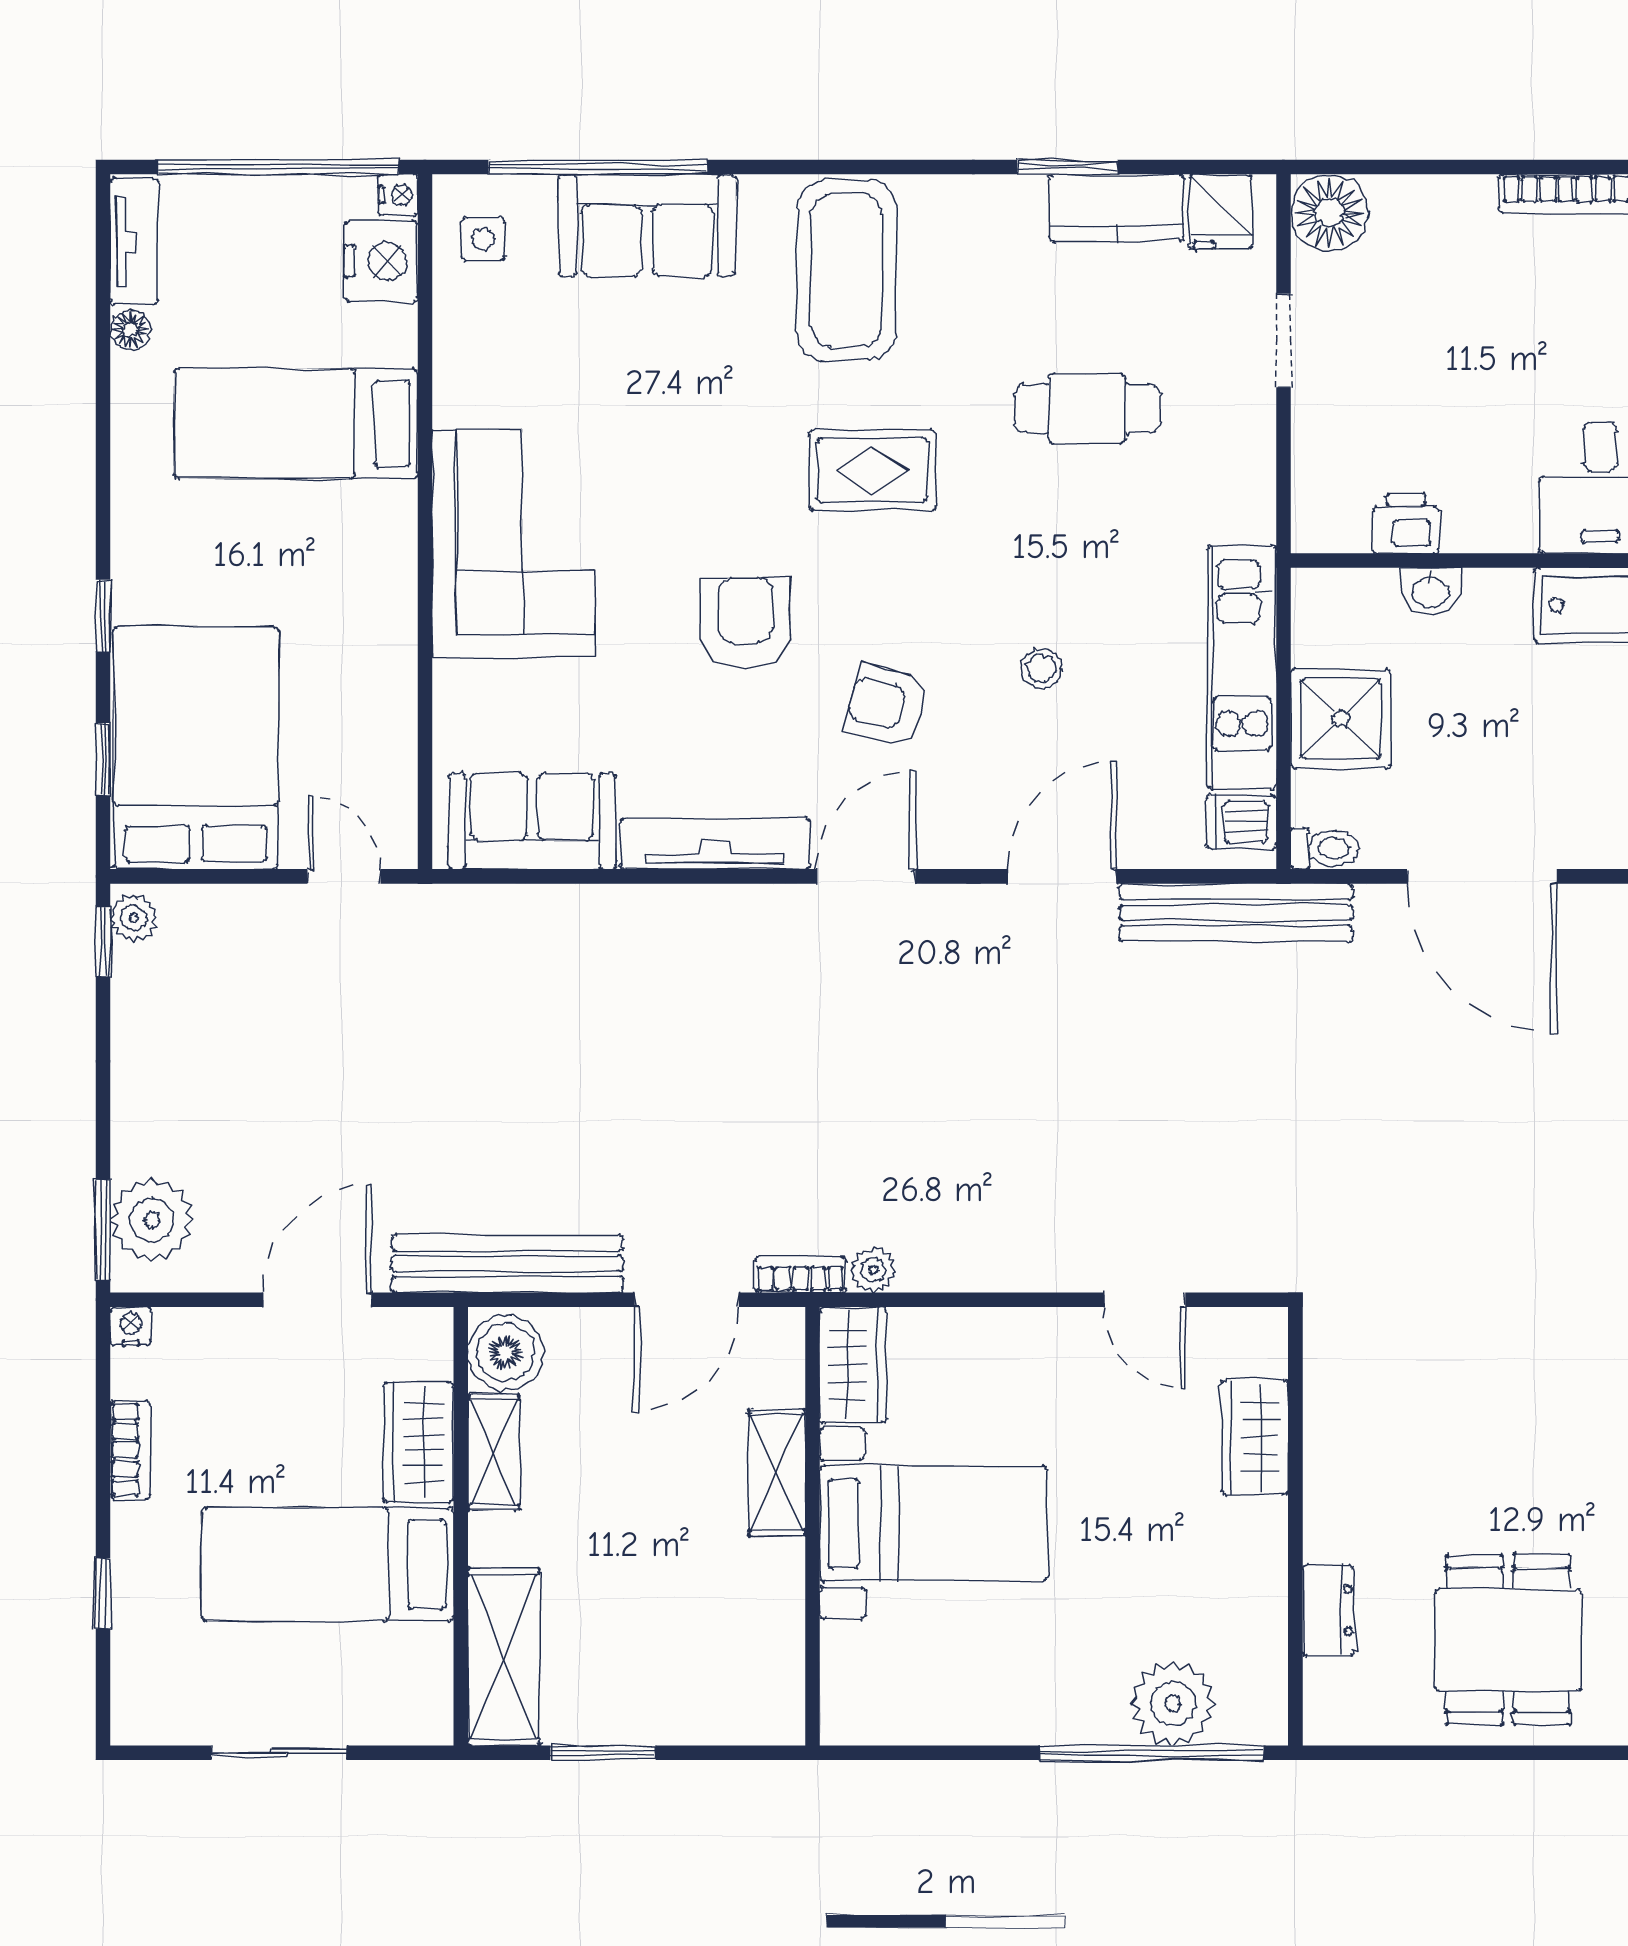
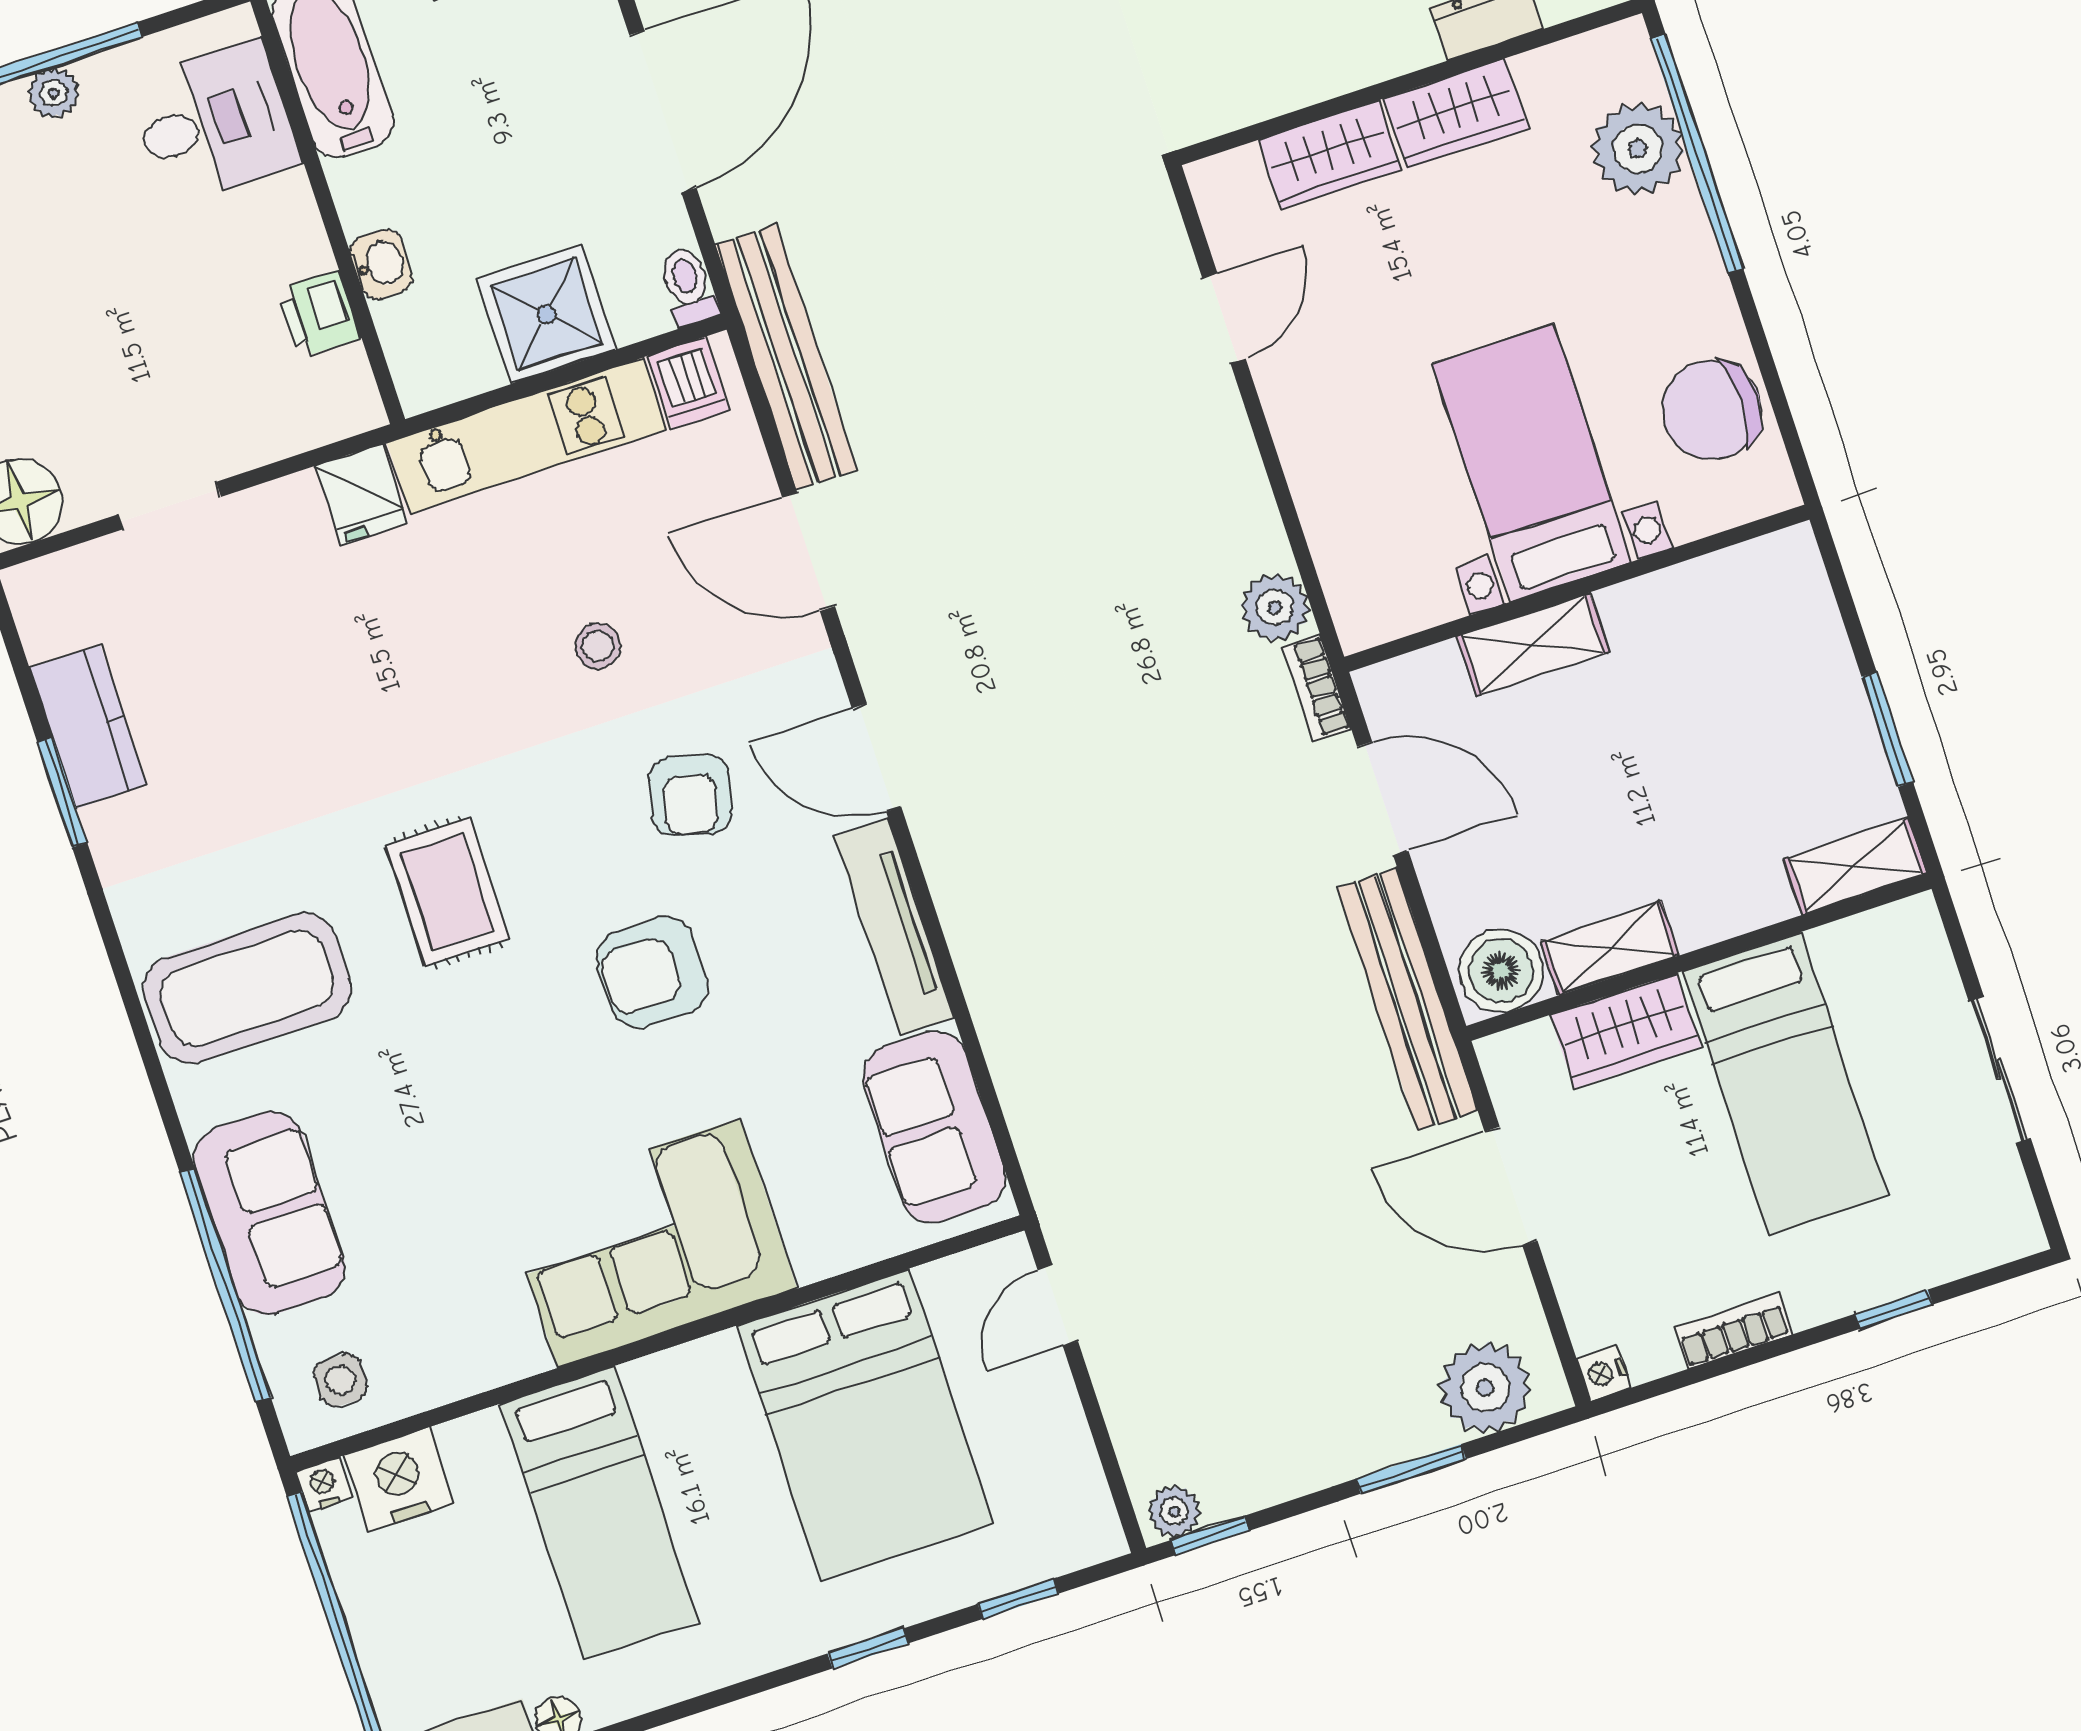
fridge: (1220, 212) -> (362, 494), moved, turned 90
cafe table: (1087, 409) -> (309, 688), removed
bed: (196, 748) -> (865, 1425), moved, turned -90
window: (103, 1230) -> (1411, 1469), moved
plant: (873, 1270) -> (1275, 607), width x1.38, depth x1.38
wardrobe: (853, 1365) -> (1456, 114), moved, turned 180
shelving: (503, 1657) -> (1855, 866), width x0.67, depth x0.75
chair: (927, 1693) -> (1712, 410), added

